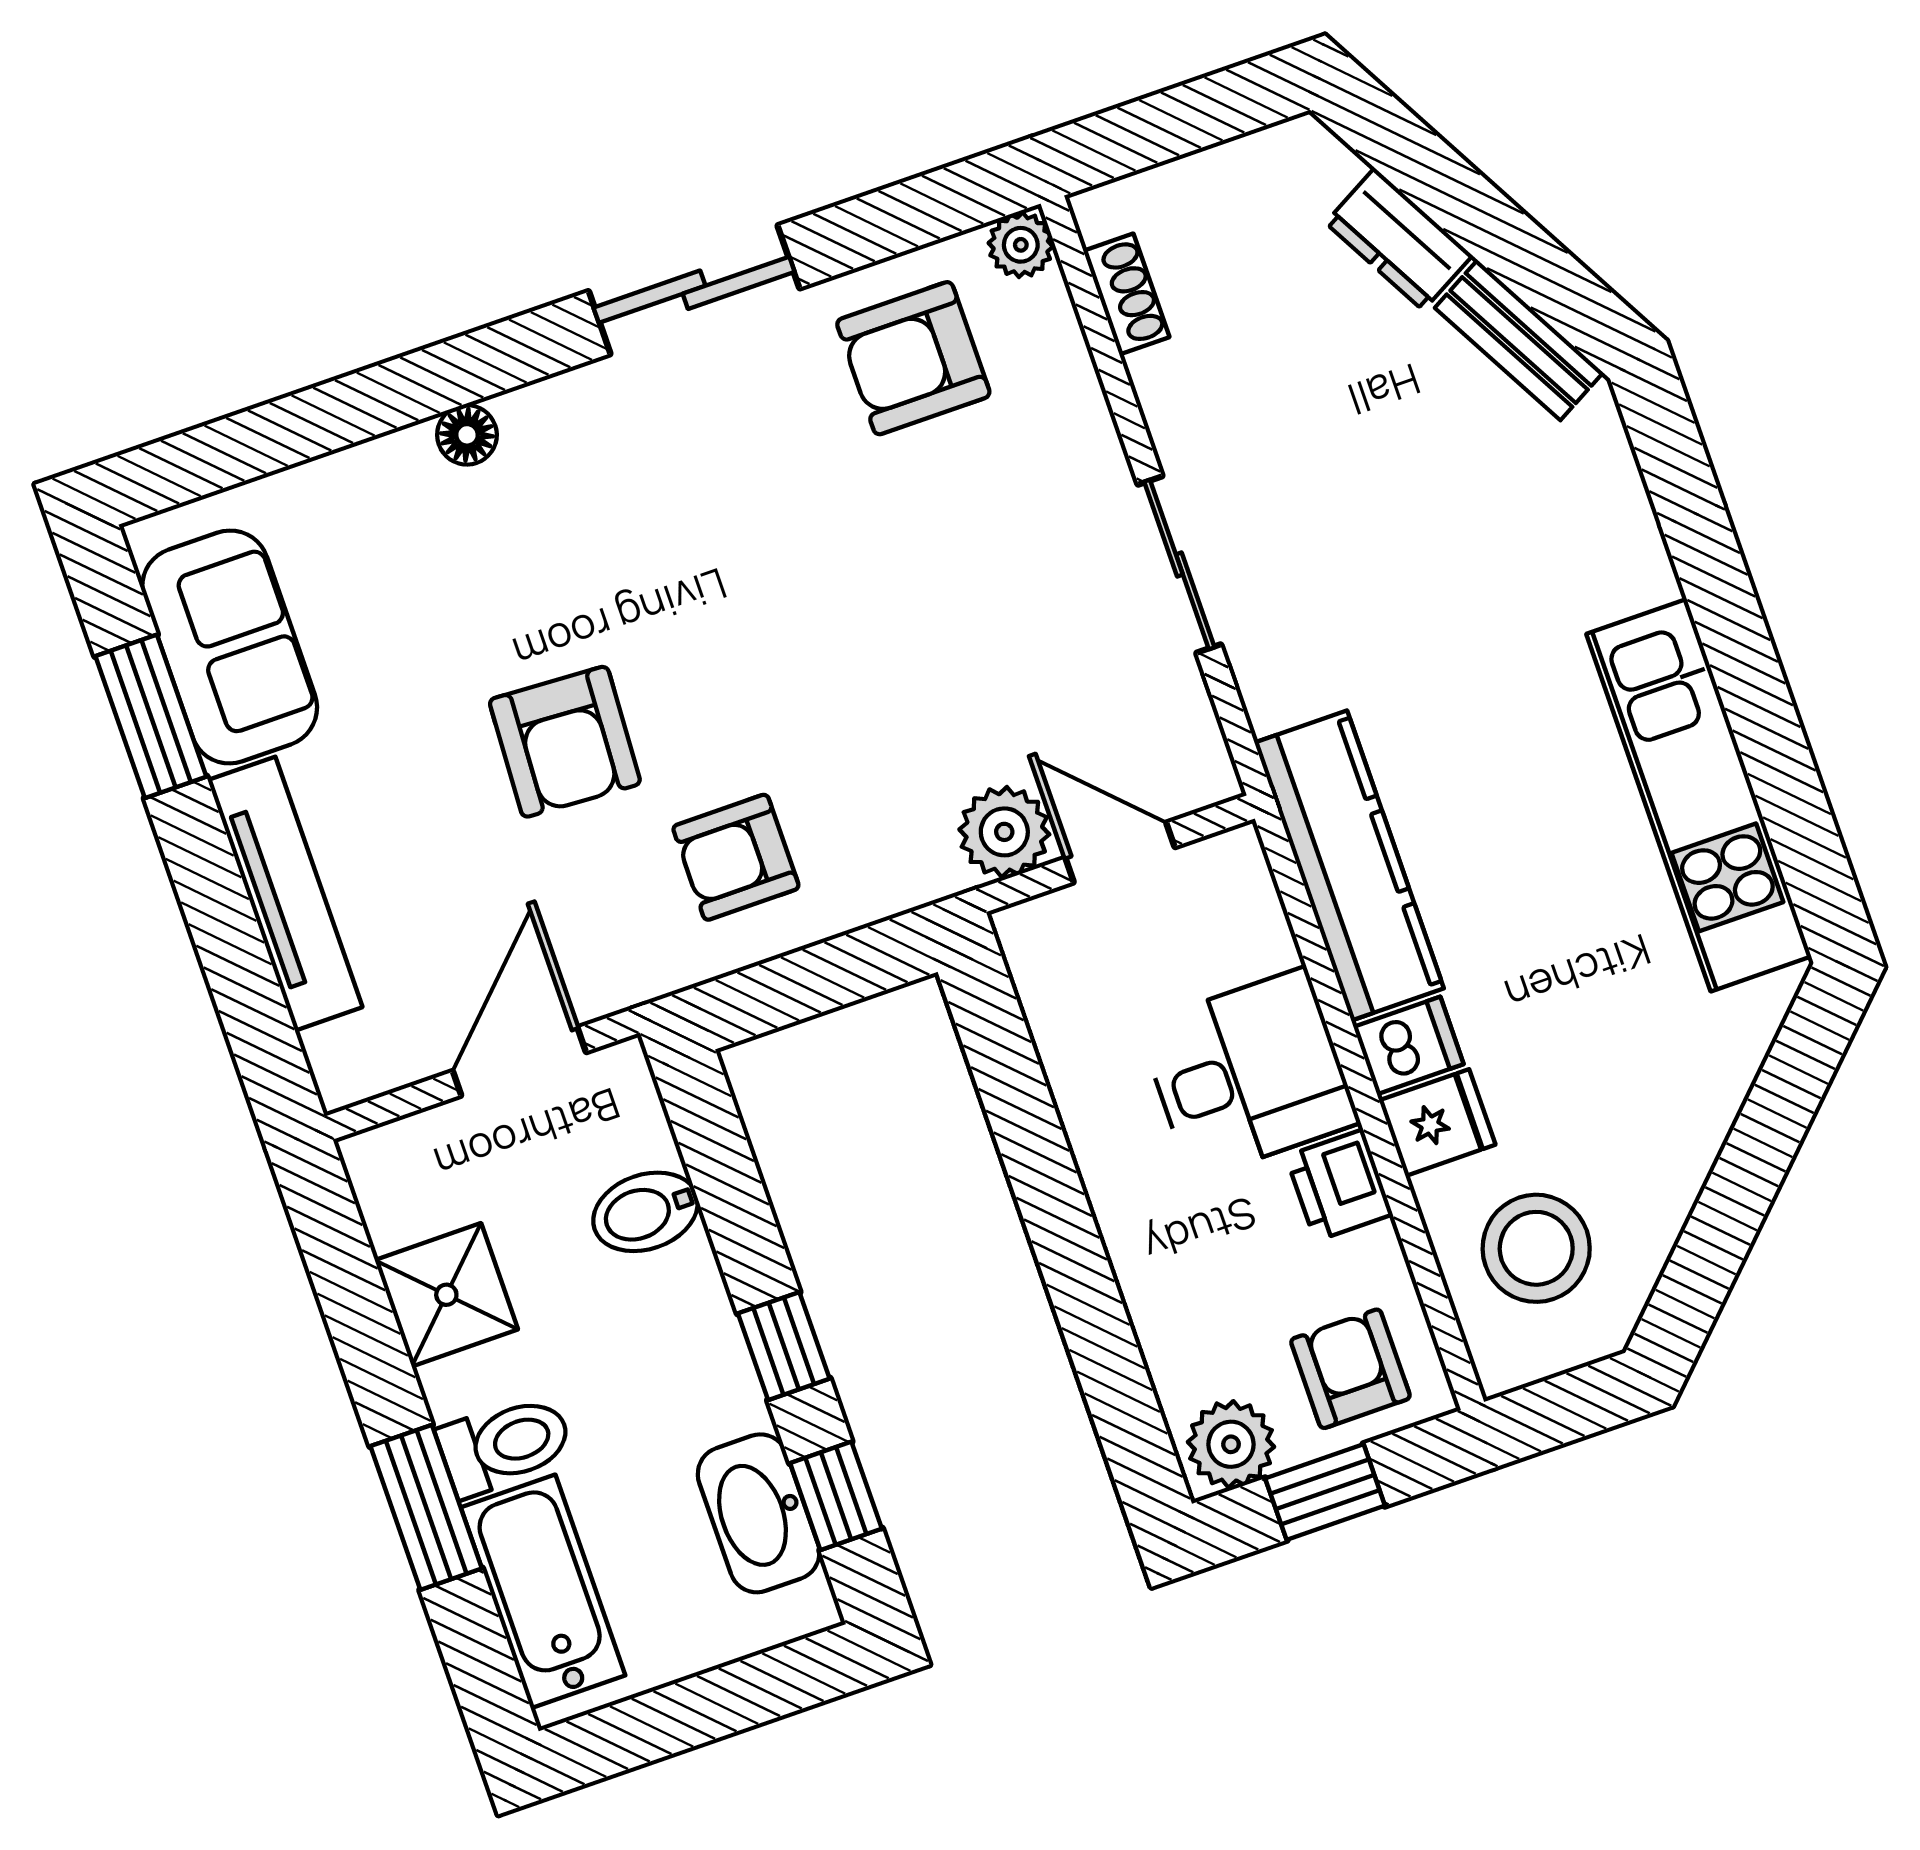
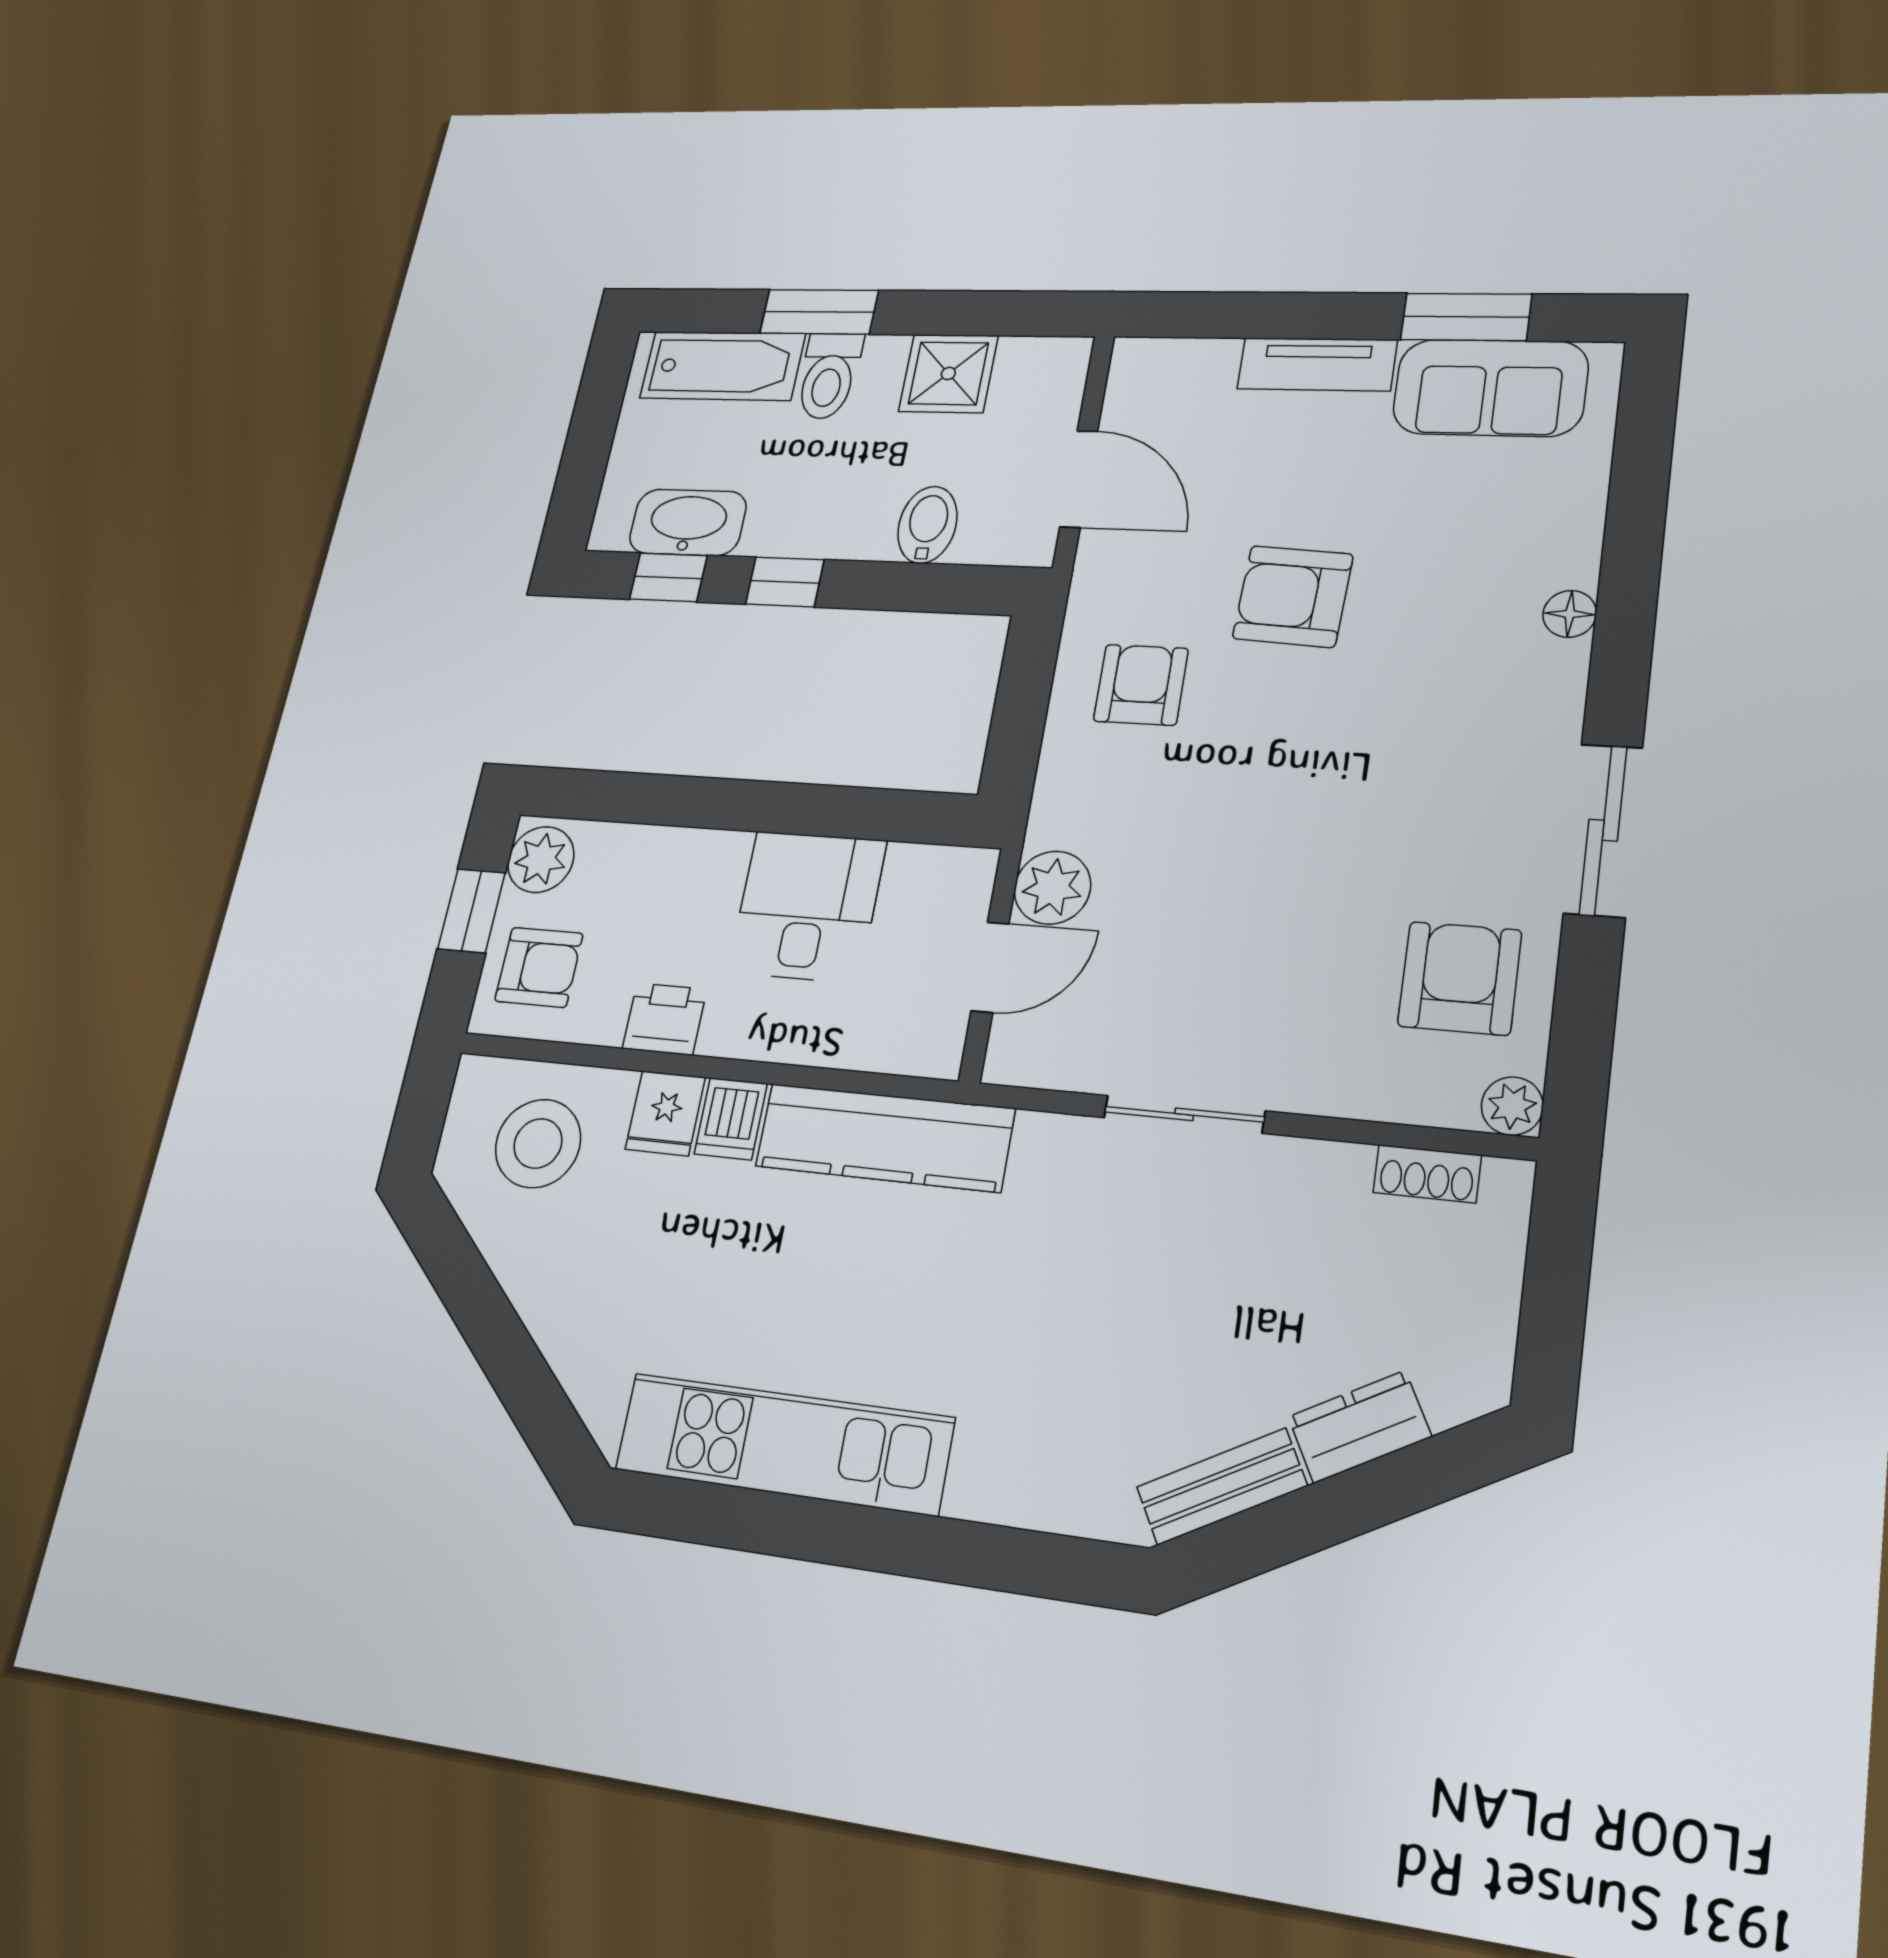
tv unit: (285, 894) -> (1317, 364), width x0.71
desk: (1249, 1074) -> (807, 906), moved, turned 180

